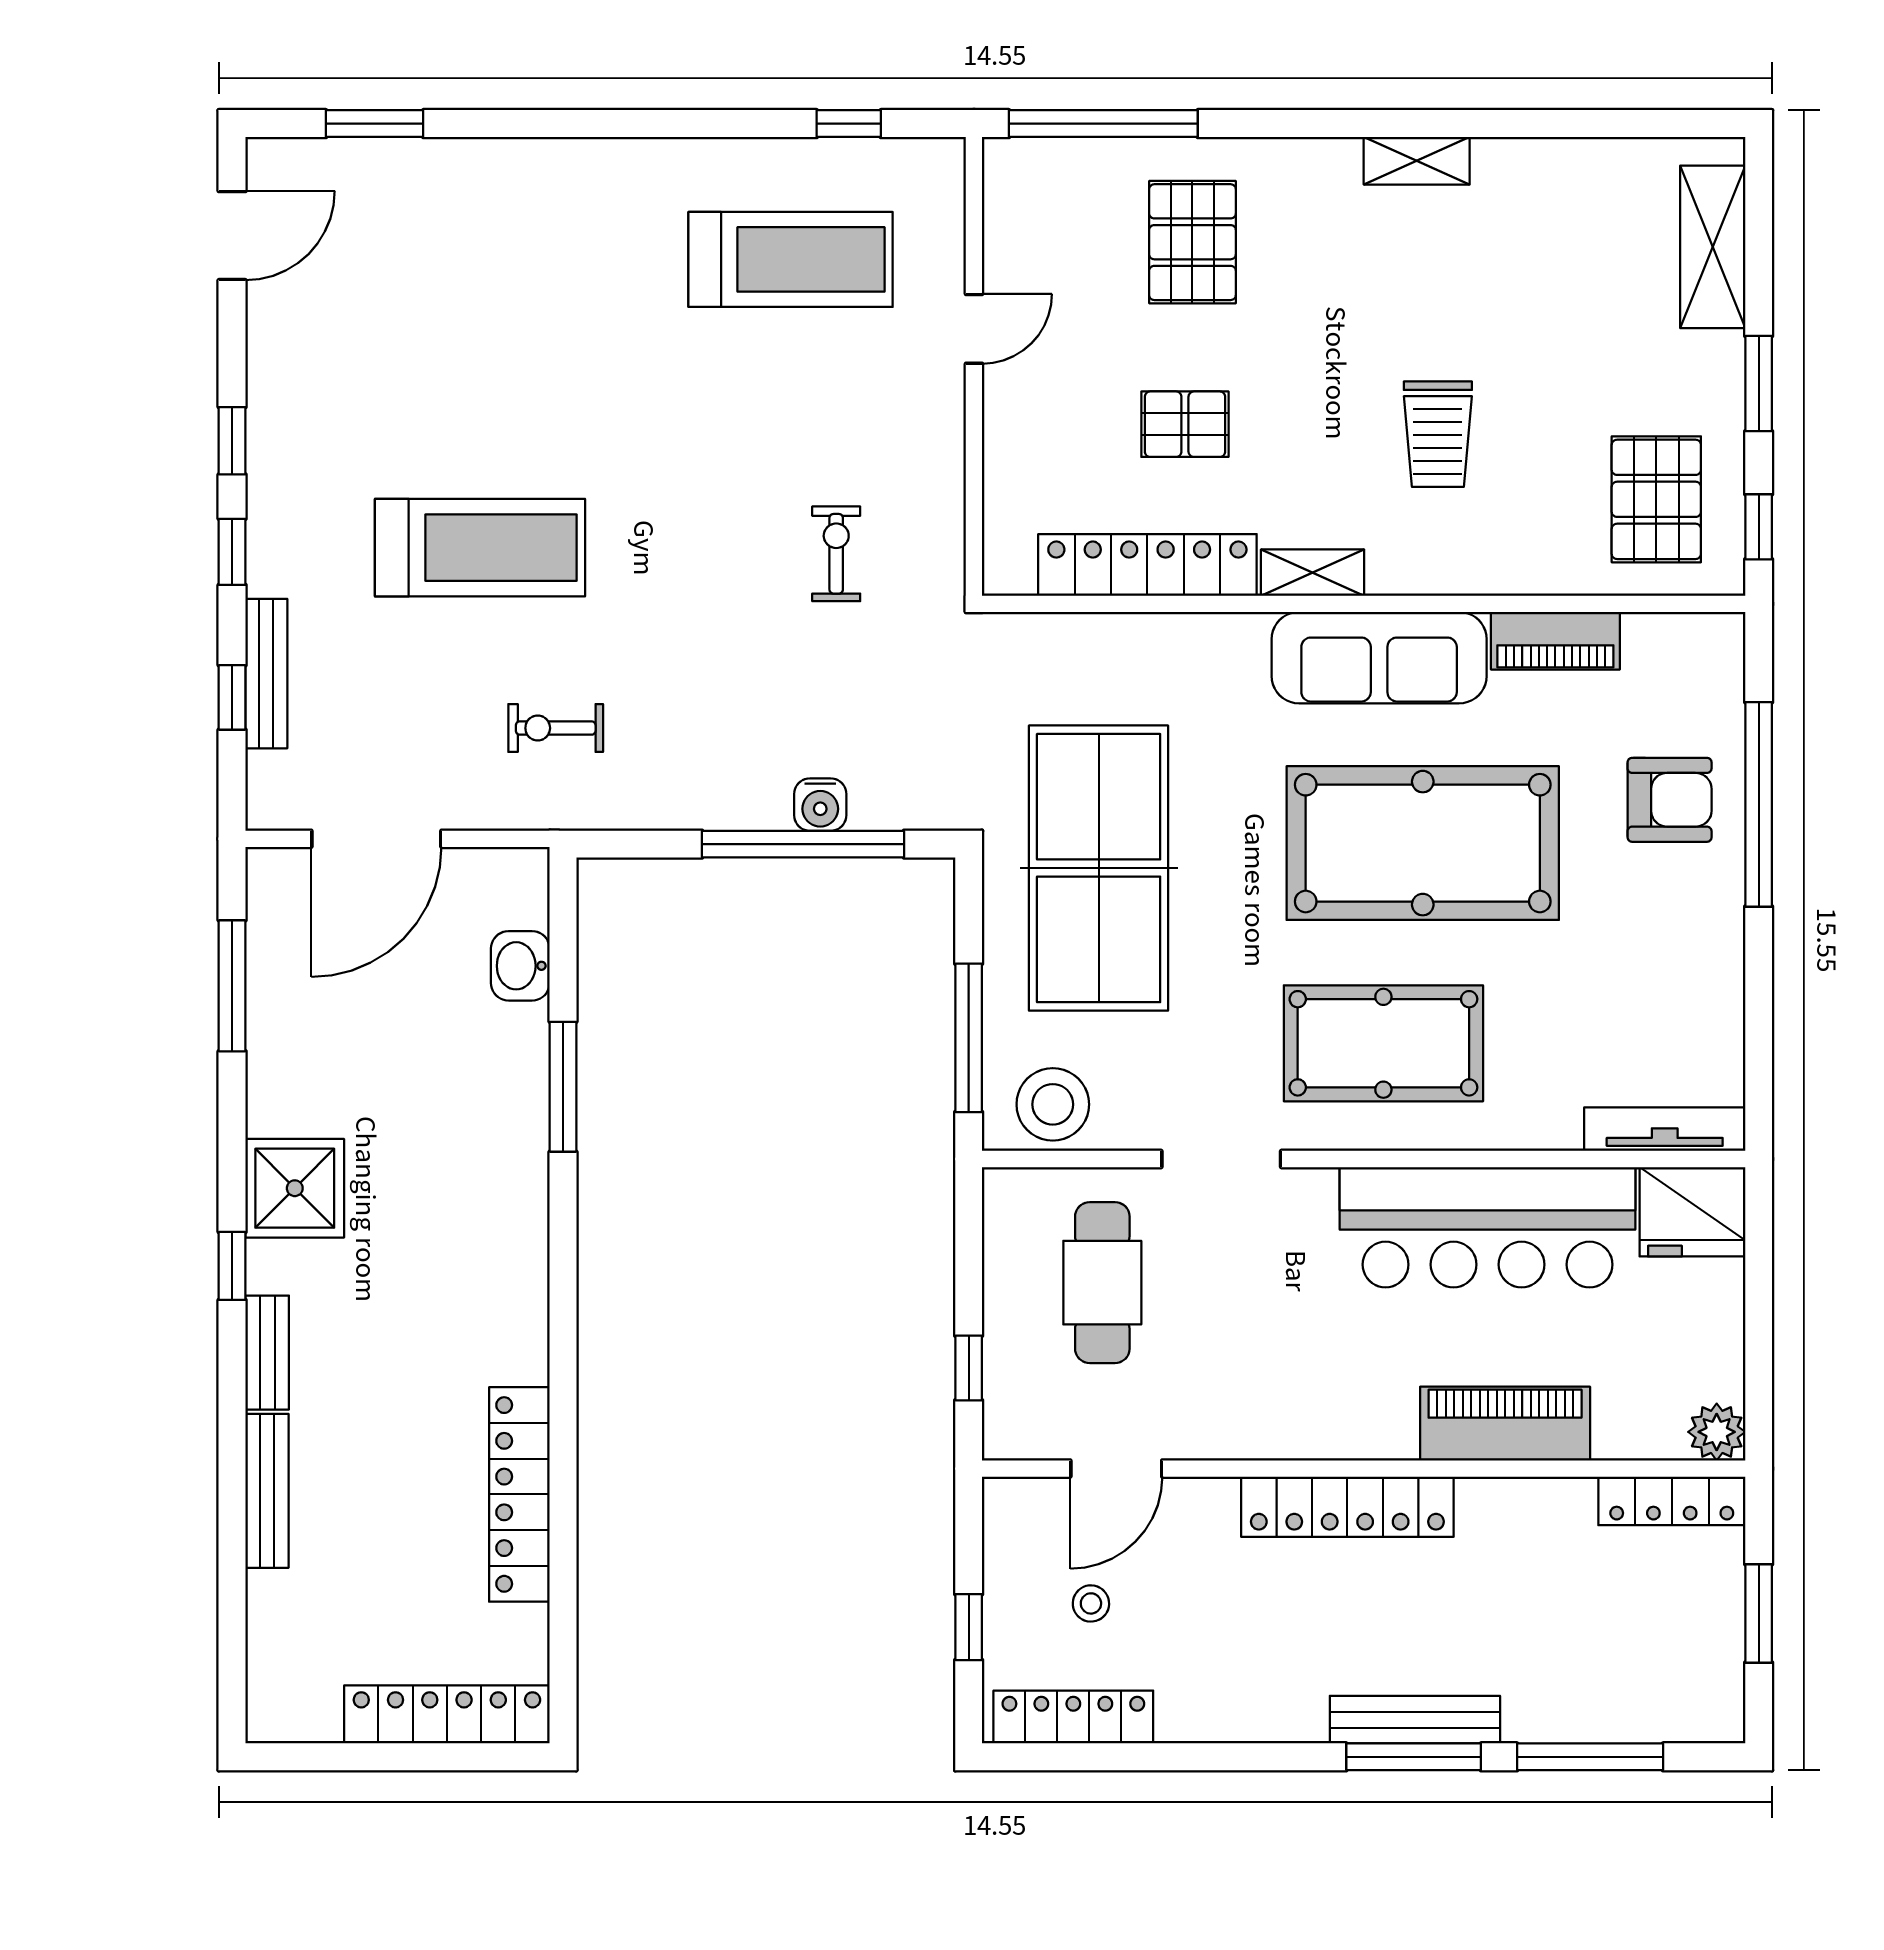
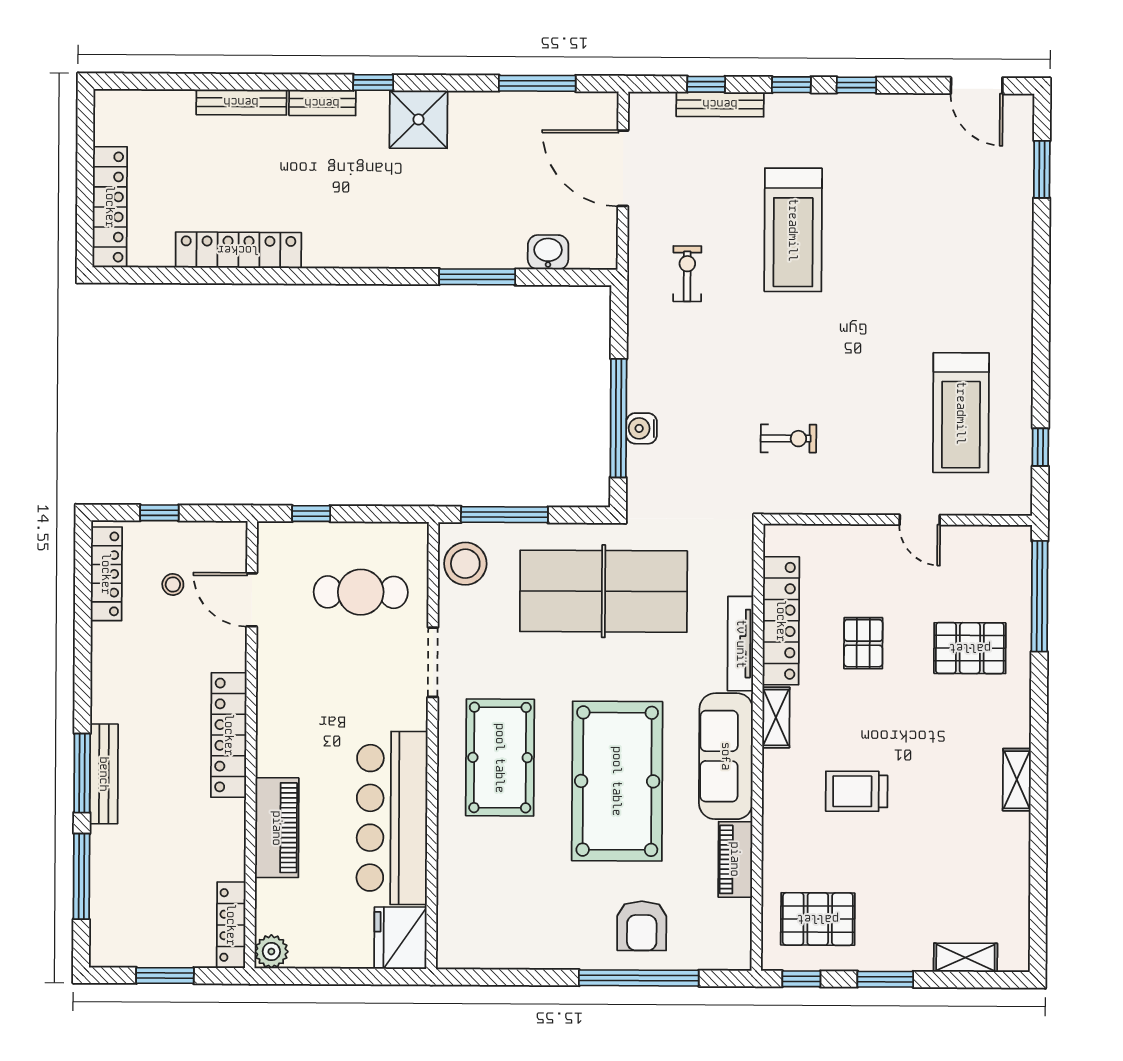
shelving: (1713, 247) -> (965, 958), width x0.67, depth x0.75
tv unit: (1665, 1129) -> (741, 644), moved, turned 180

